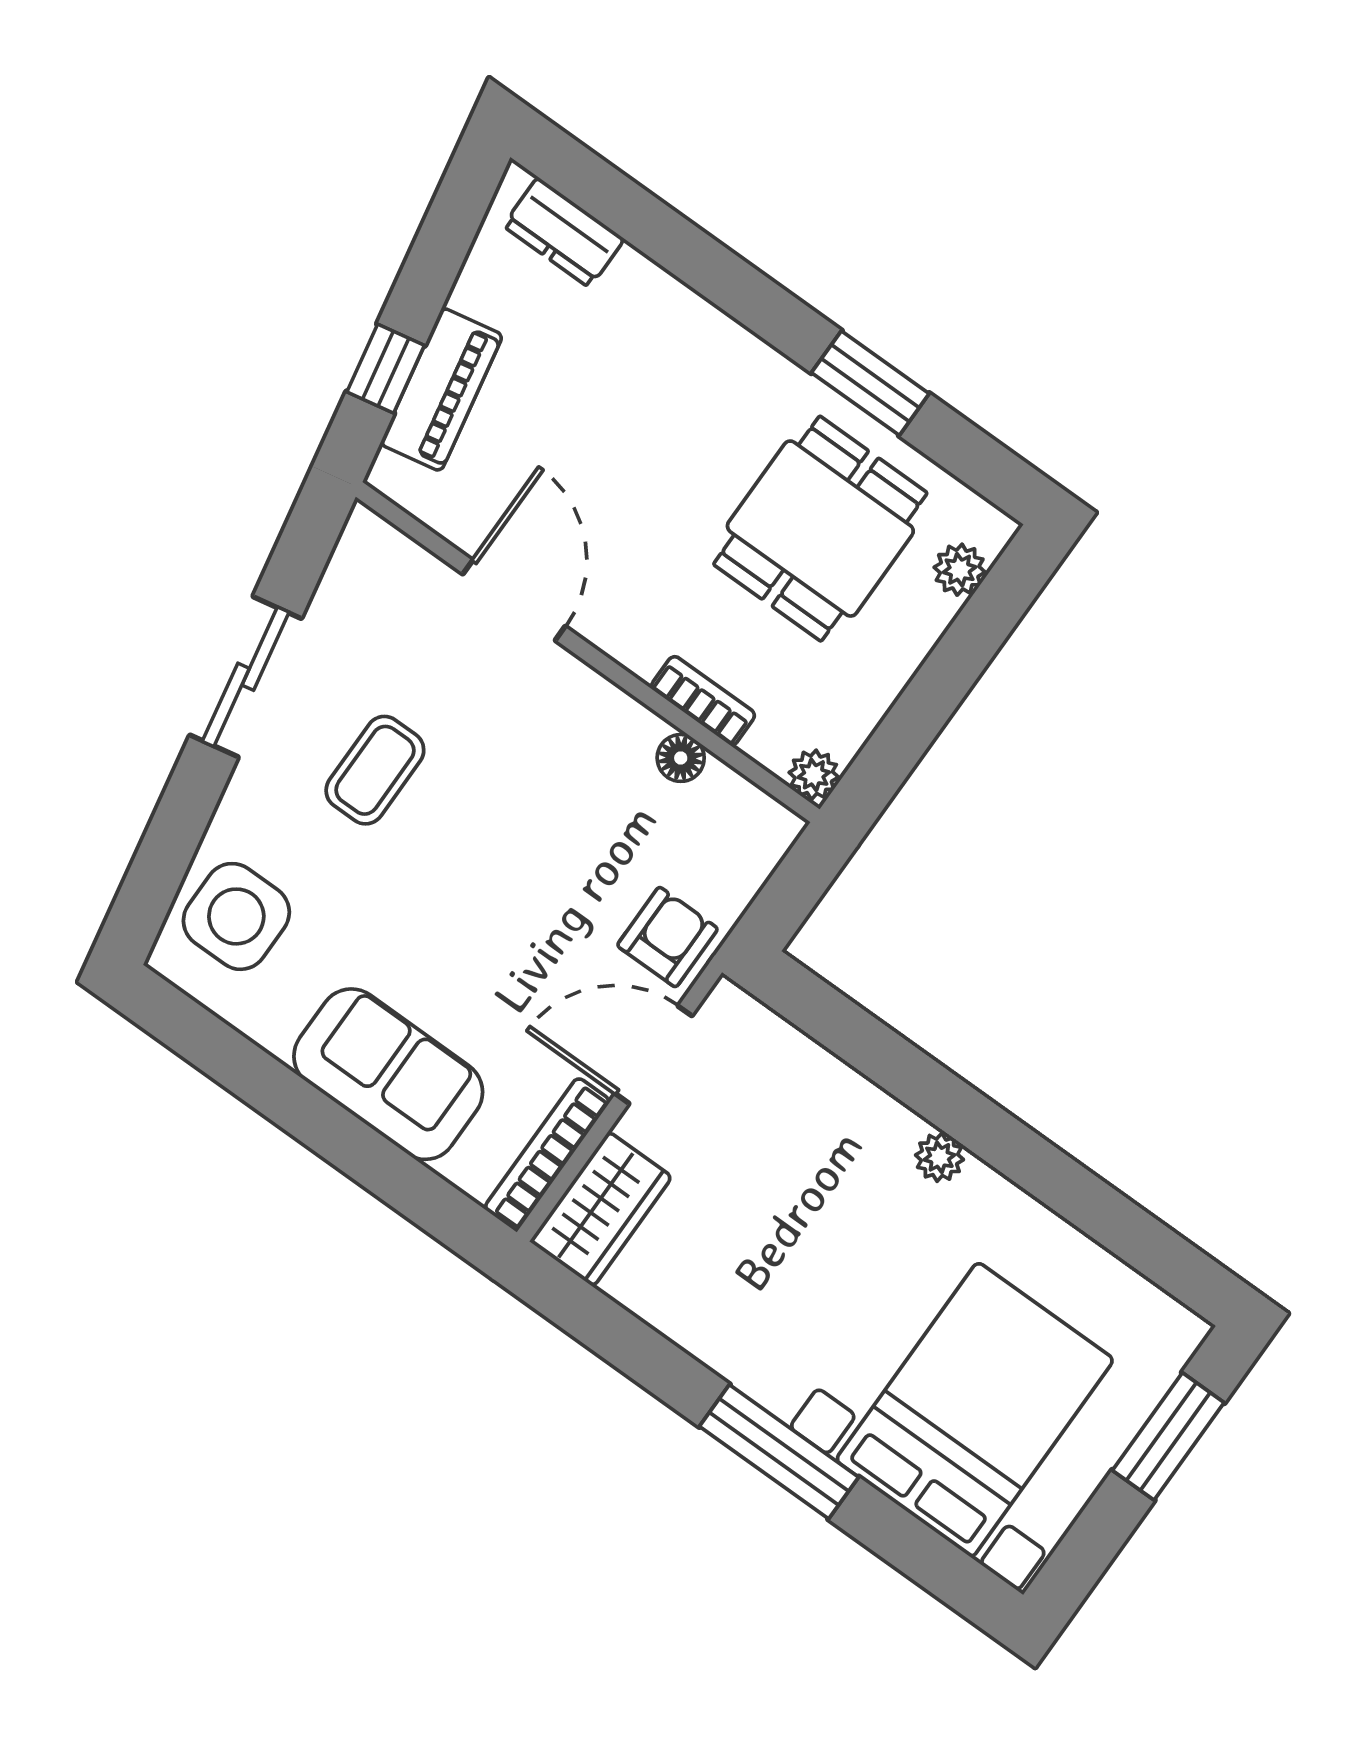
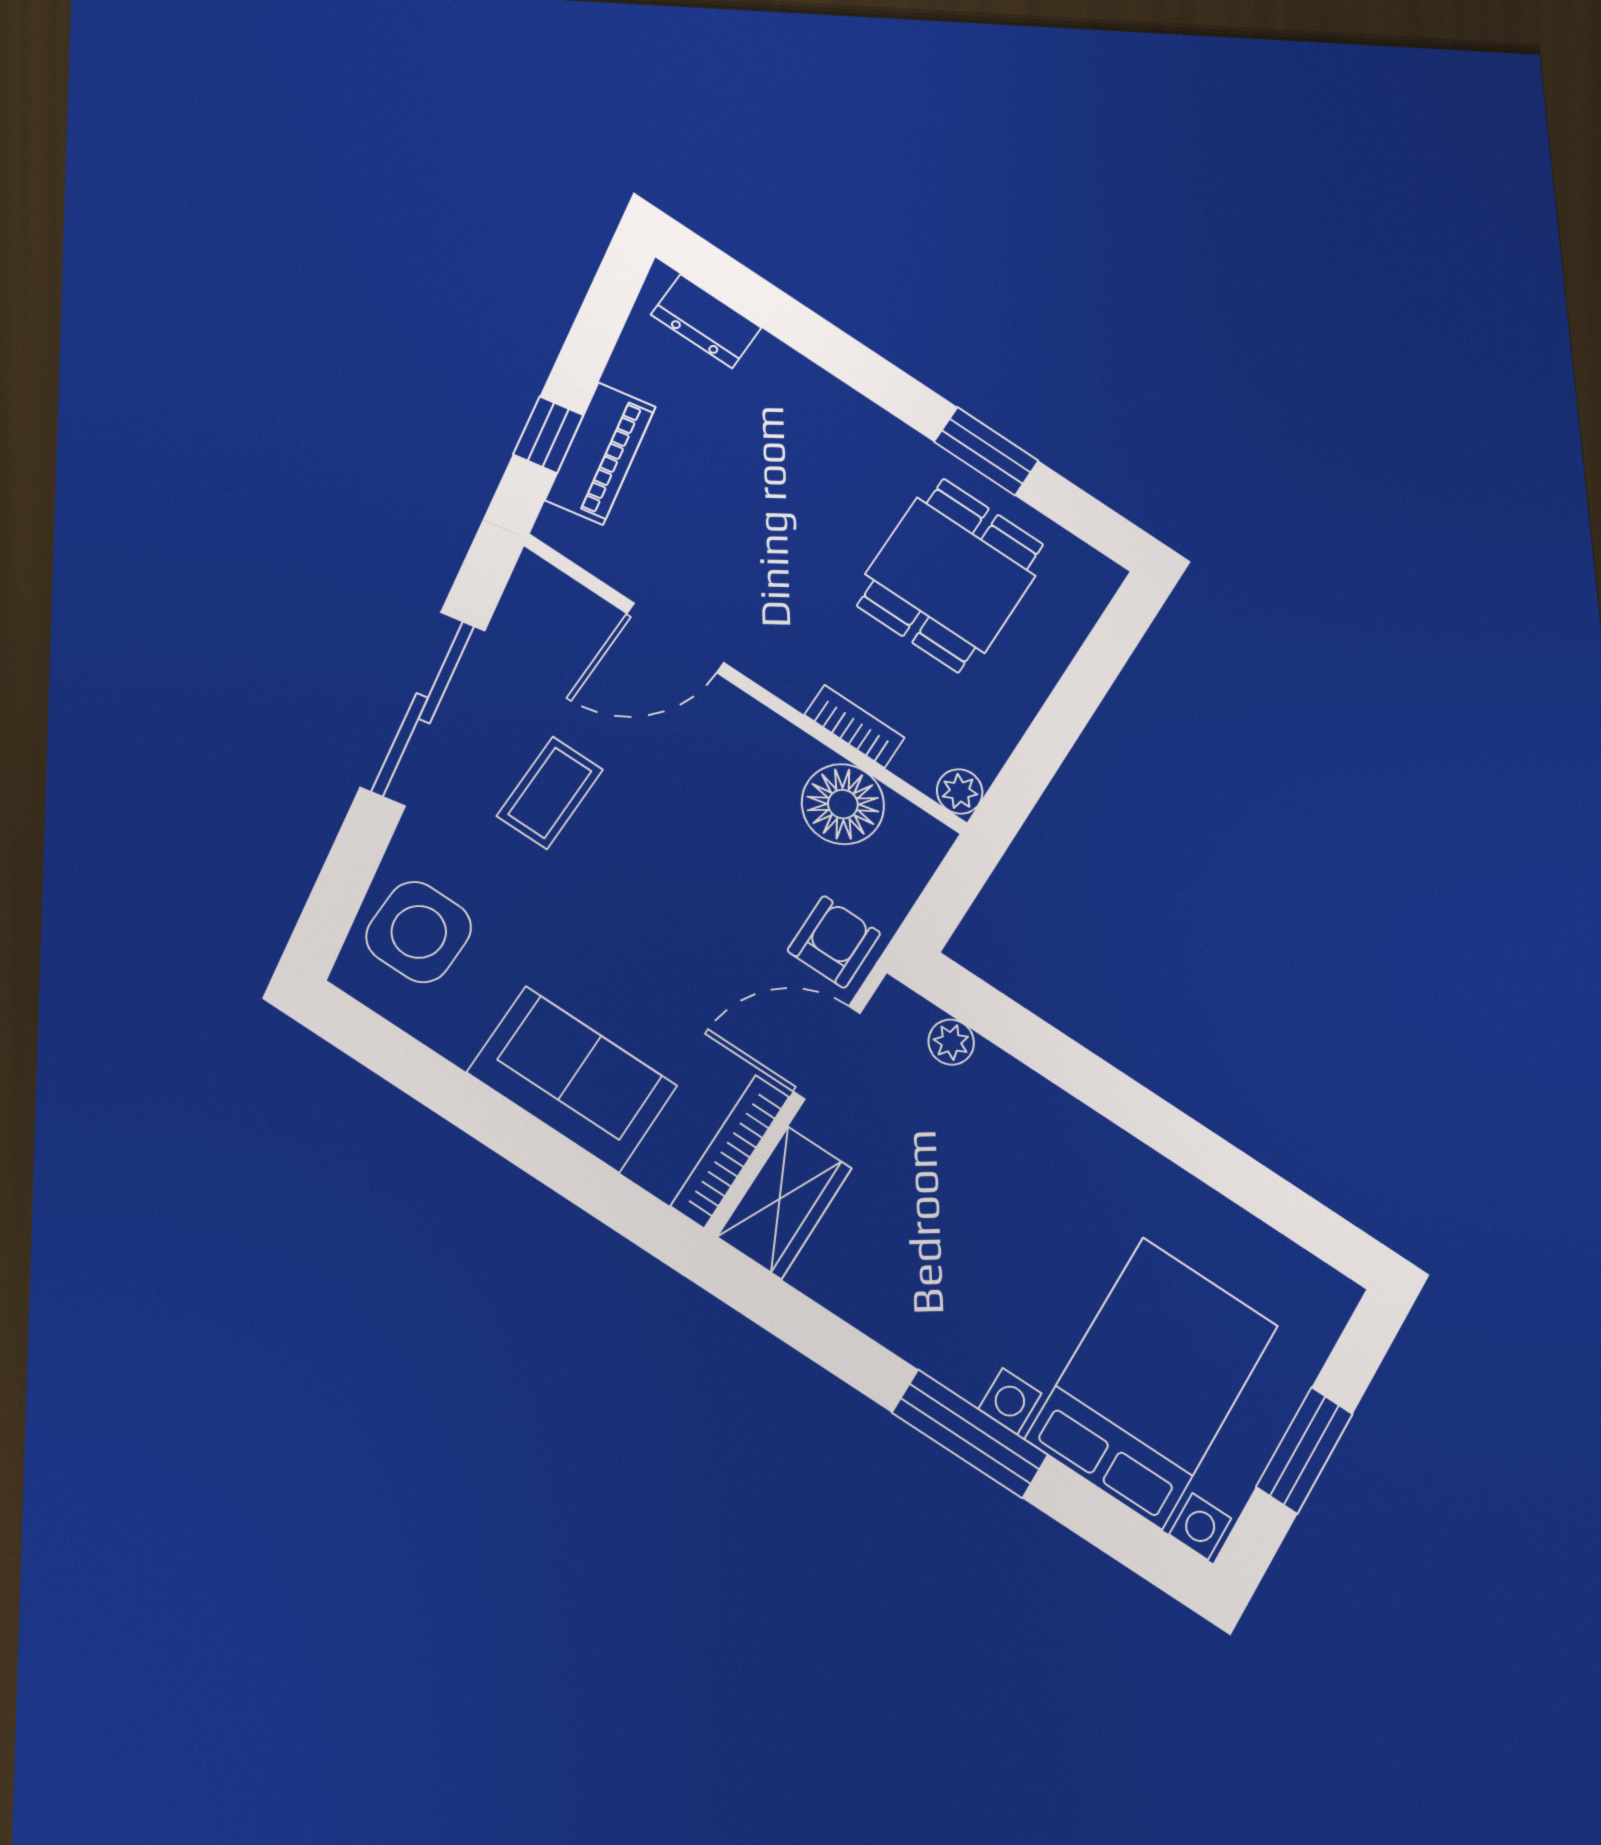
plant: (960, 570) -> (1077, 610), removed
door: (514, 600) -> (675, 638), swing flipped
sliding door: (246, 677) -> (423, 708), width x1.37
floor lamp: (681, 758) -> (843, 804), width x1.89, depth x1.89
plant: (939, 1157) -> (951, 1042), moved
window: (1168, 1436) -> (1305, 1450), moved

